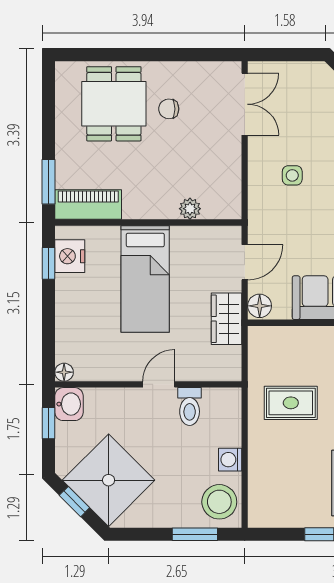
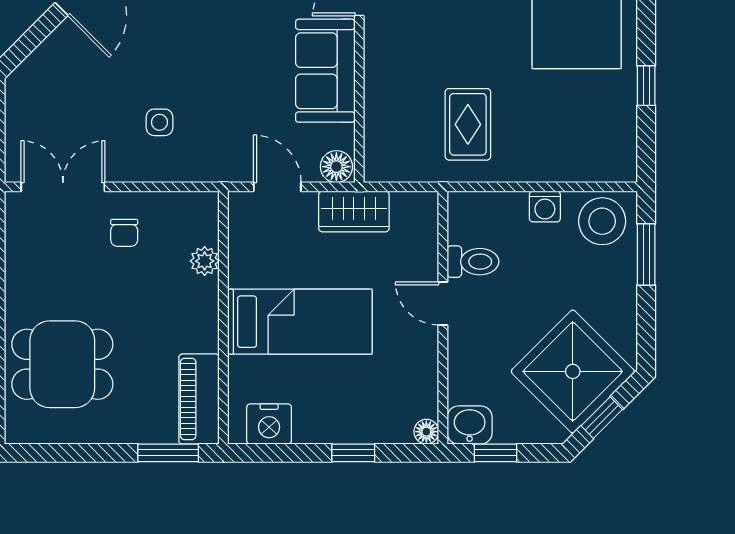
chair: (169, 109) -> (124, 233), moved
window: (49, 263) -> (353, 453), moved

